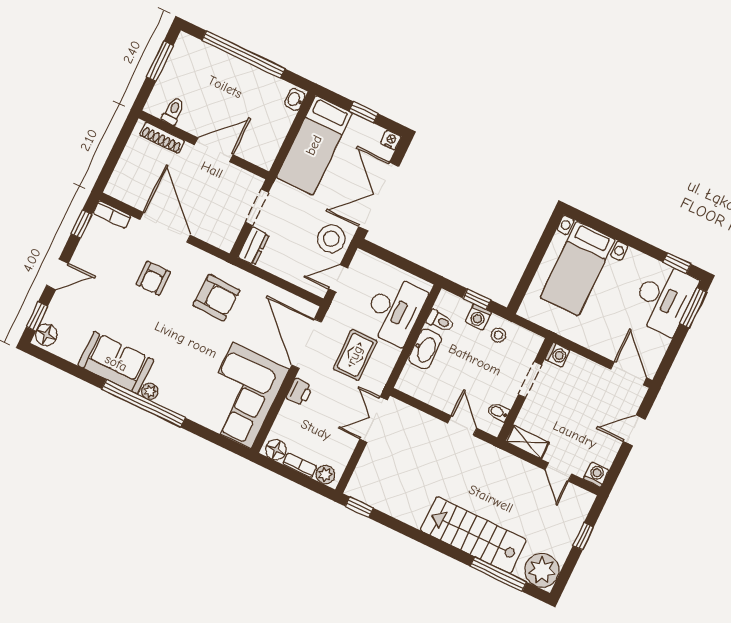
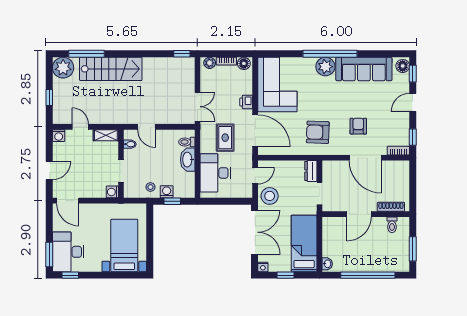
toilet: (440, 321) -> (187, 142), moved
sofa: (116, 363) -> (364, 69), width x1.36
plant: (150, 391) -> (325, 67), width x1.88, depth x1.88

